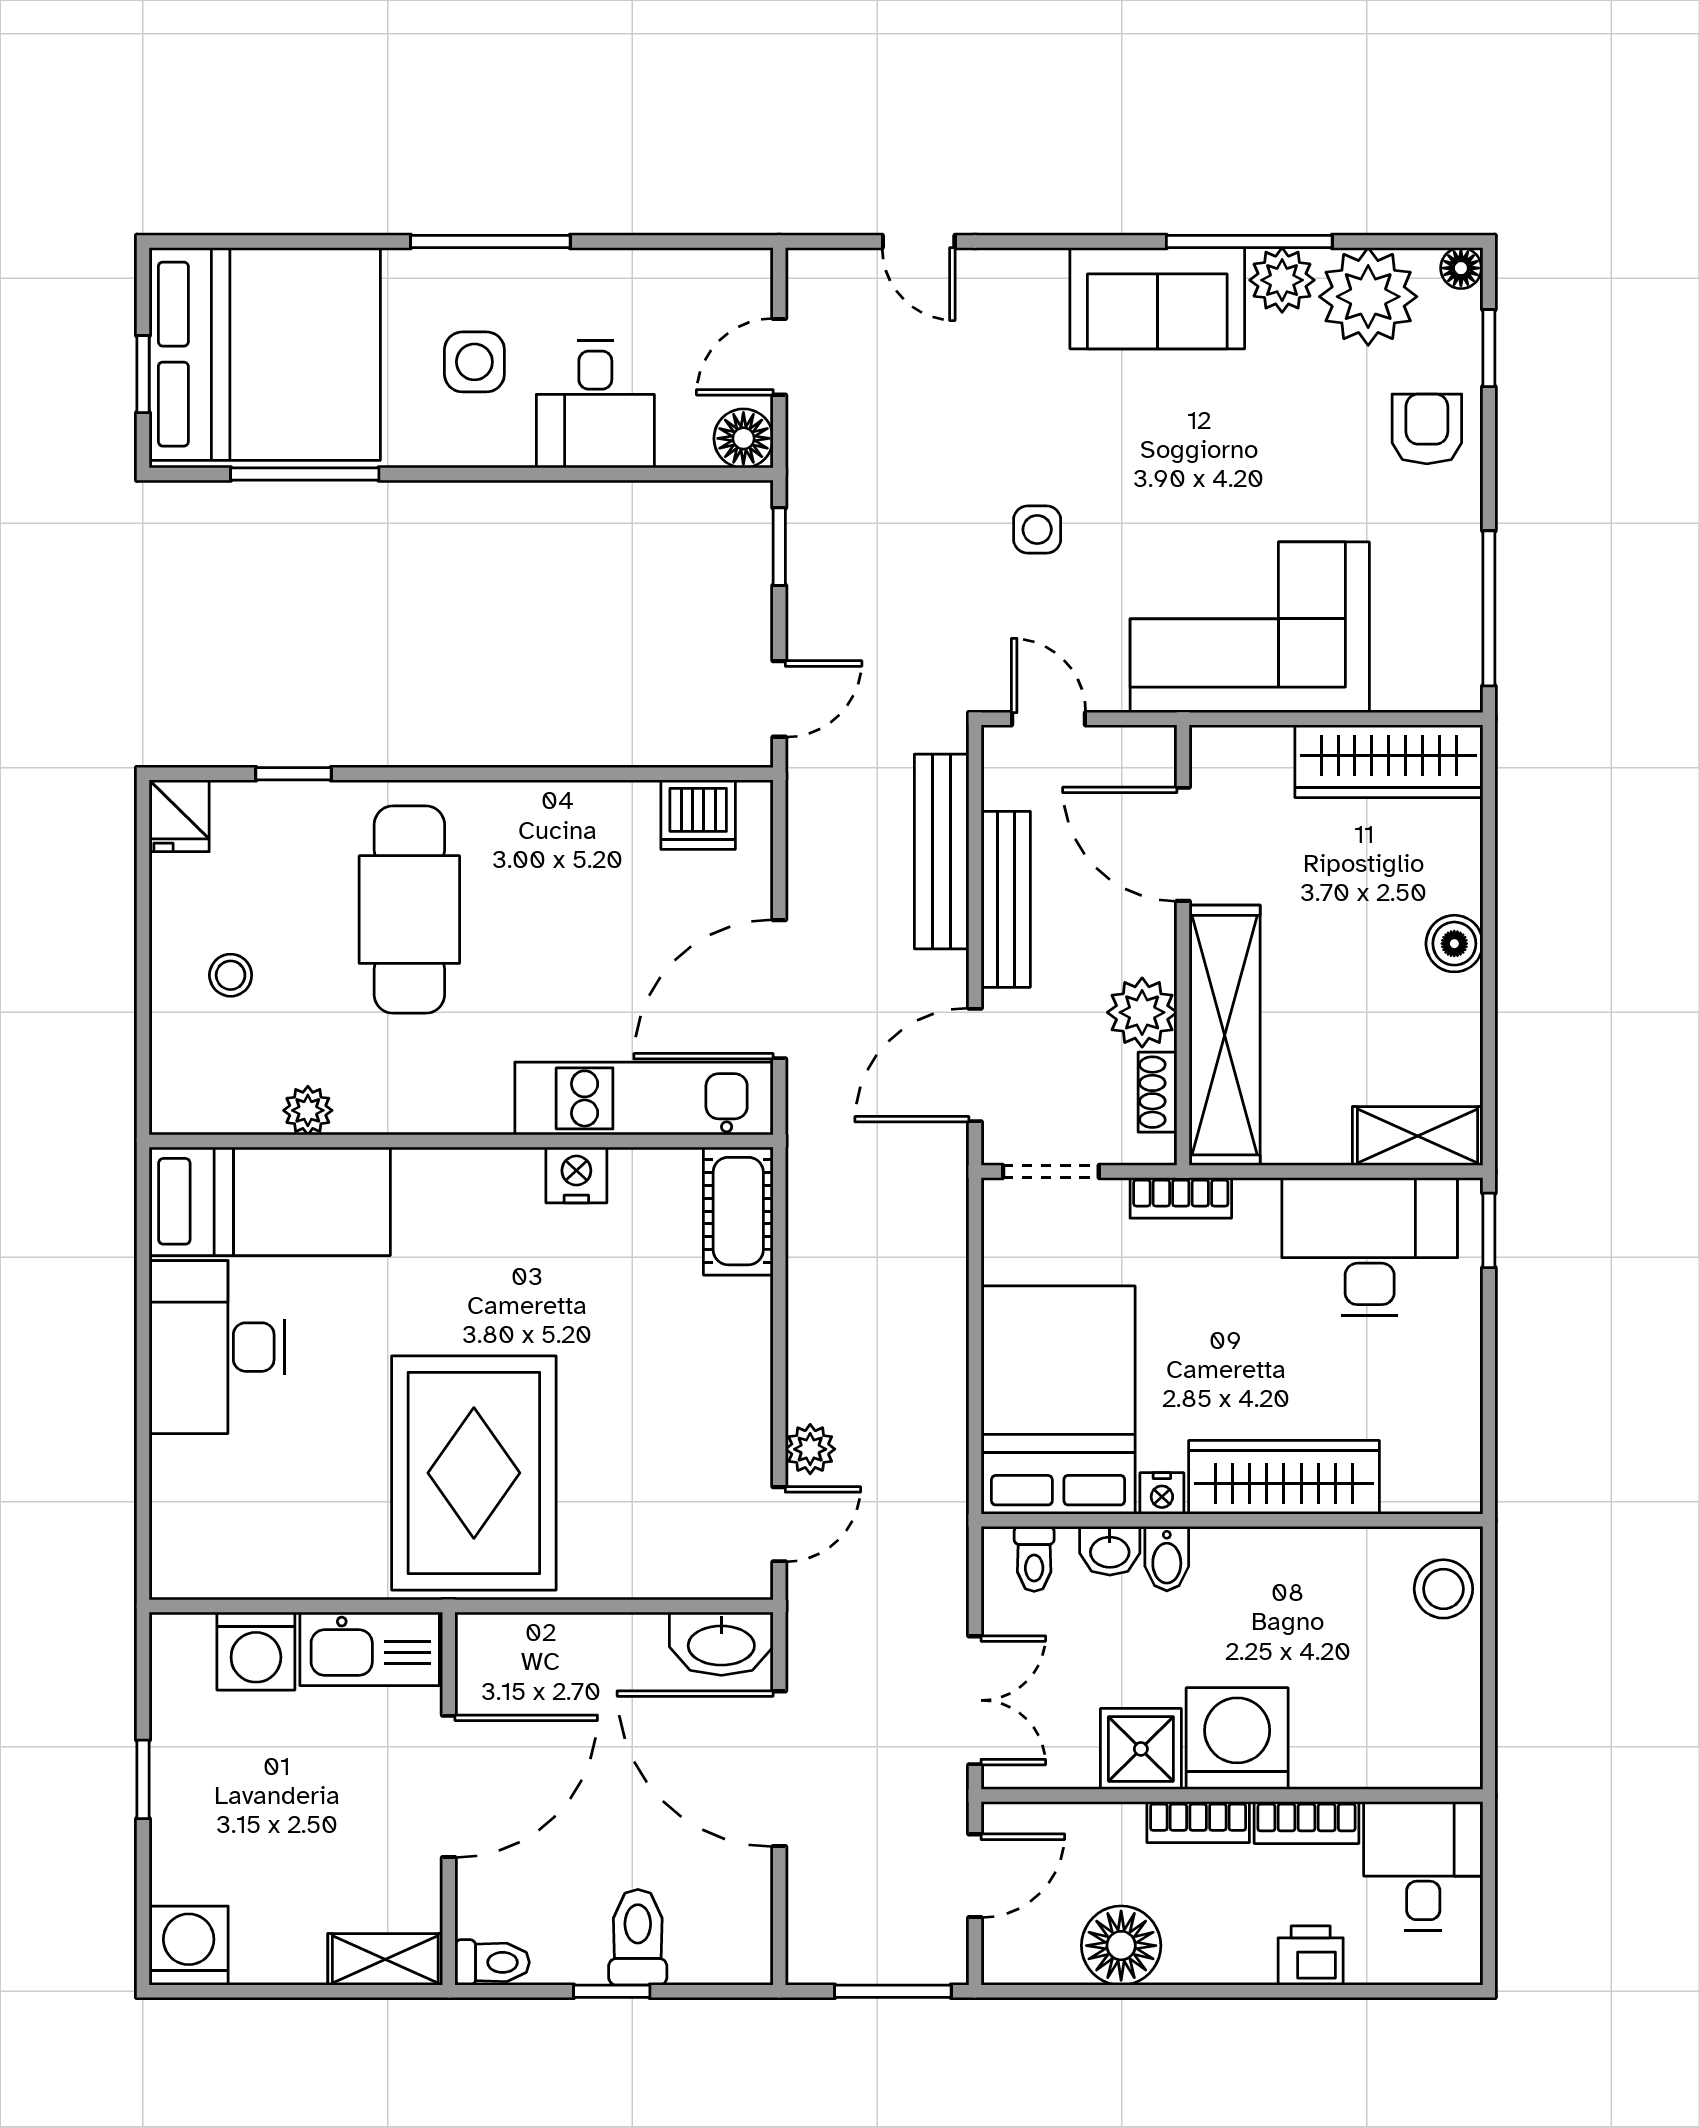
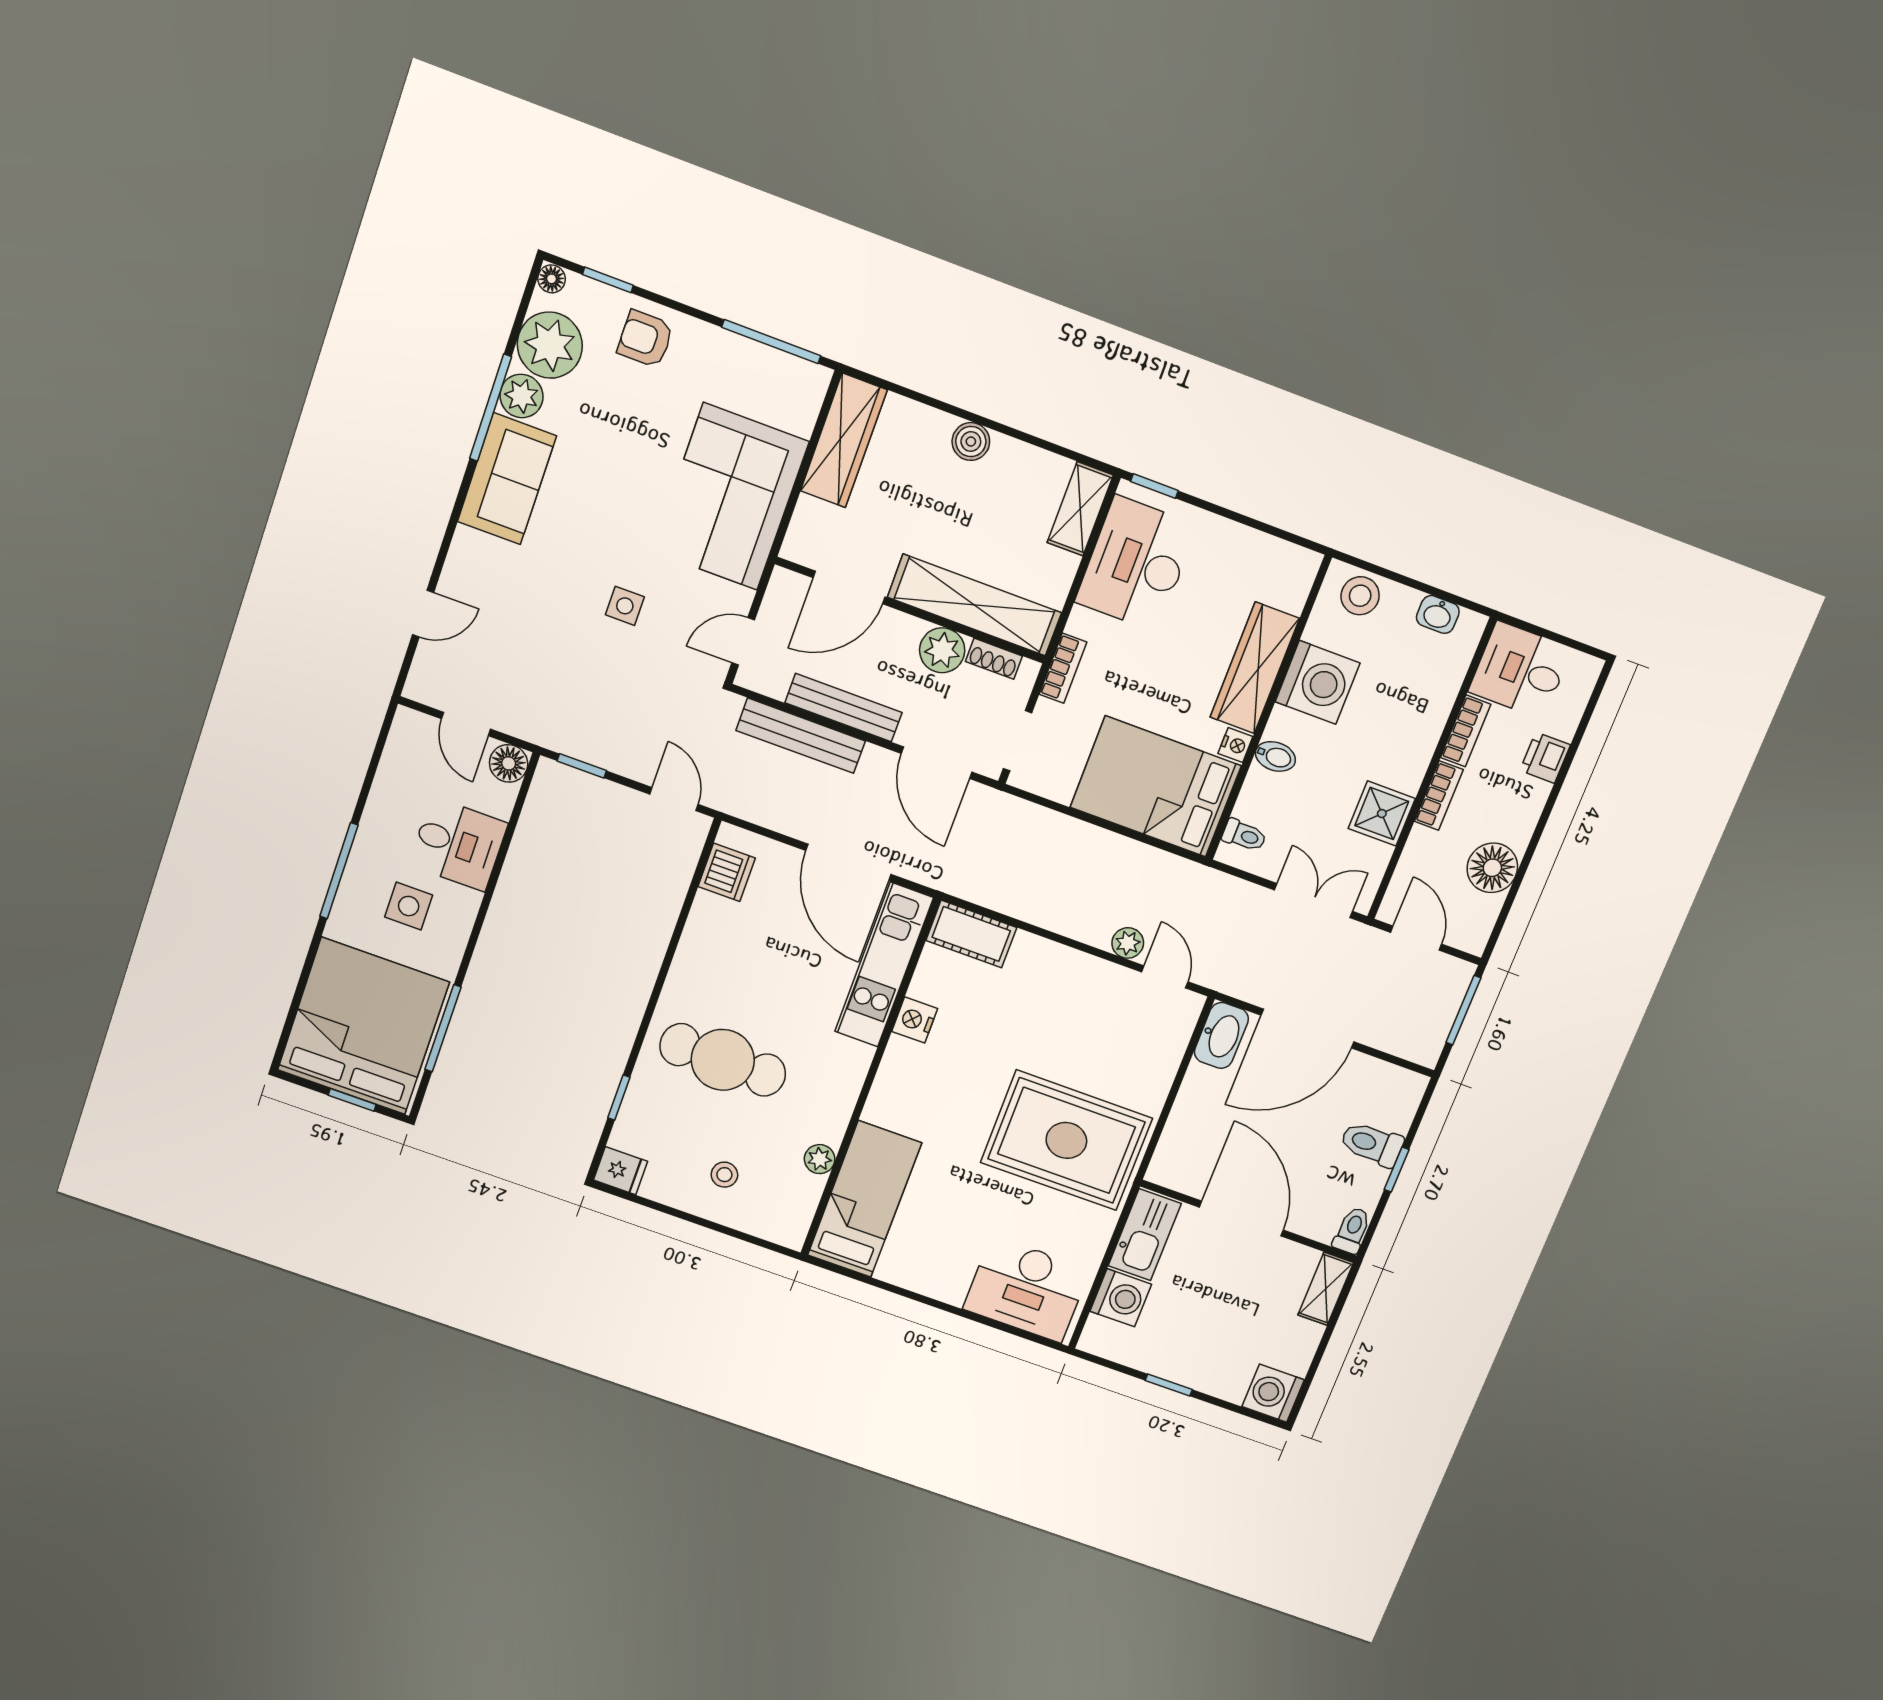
desk: (217, 1347) -> (1026, 1289), moved
washbasin: (1110, 1551) -> (1438, 614), moved, turned 90
washing machine: (1237, 1739) -> (1318, 682), moved, turned 180

